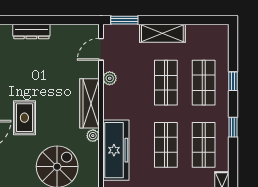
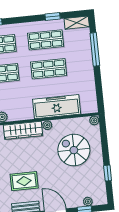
rug: (24, 118) -> (24, 181), moved
window: (233, 127) -> (53, 17), moved

